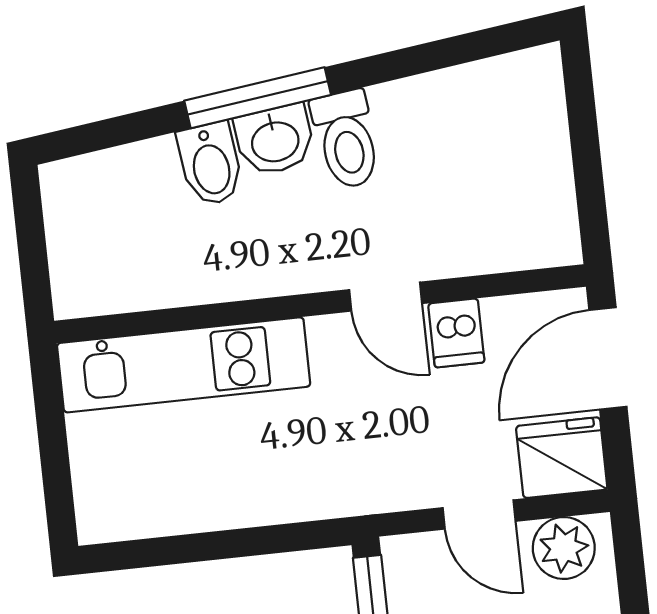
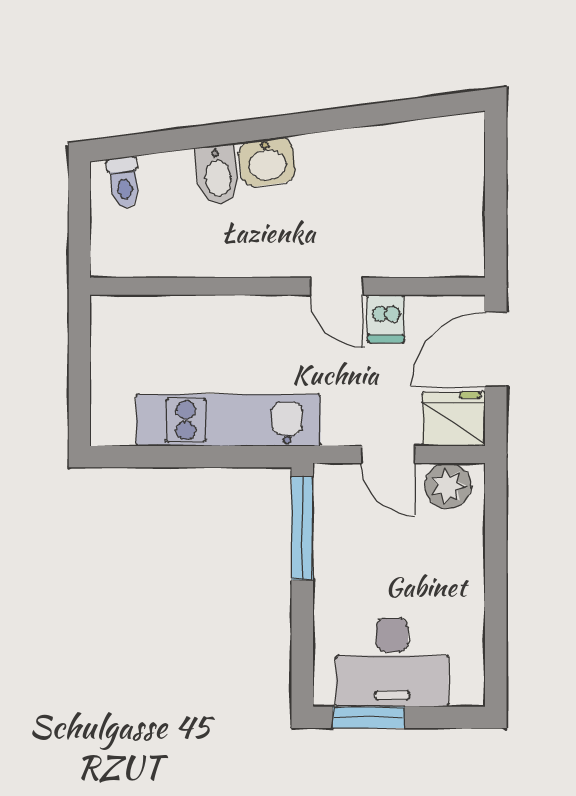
window: (258, 98) -> (258, 129), removed
toilet: (346, 139) -> (124, 182), moved, width x0.73, depth x0.72
kitchen unit: (184, 365) -> (228, 420), moved, turned 180

